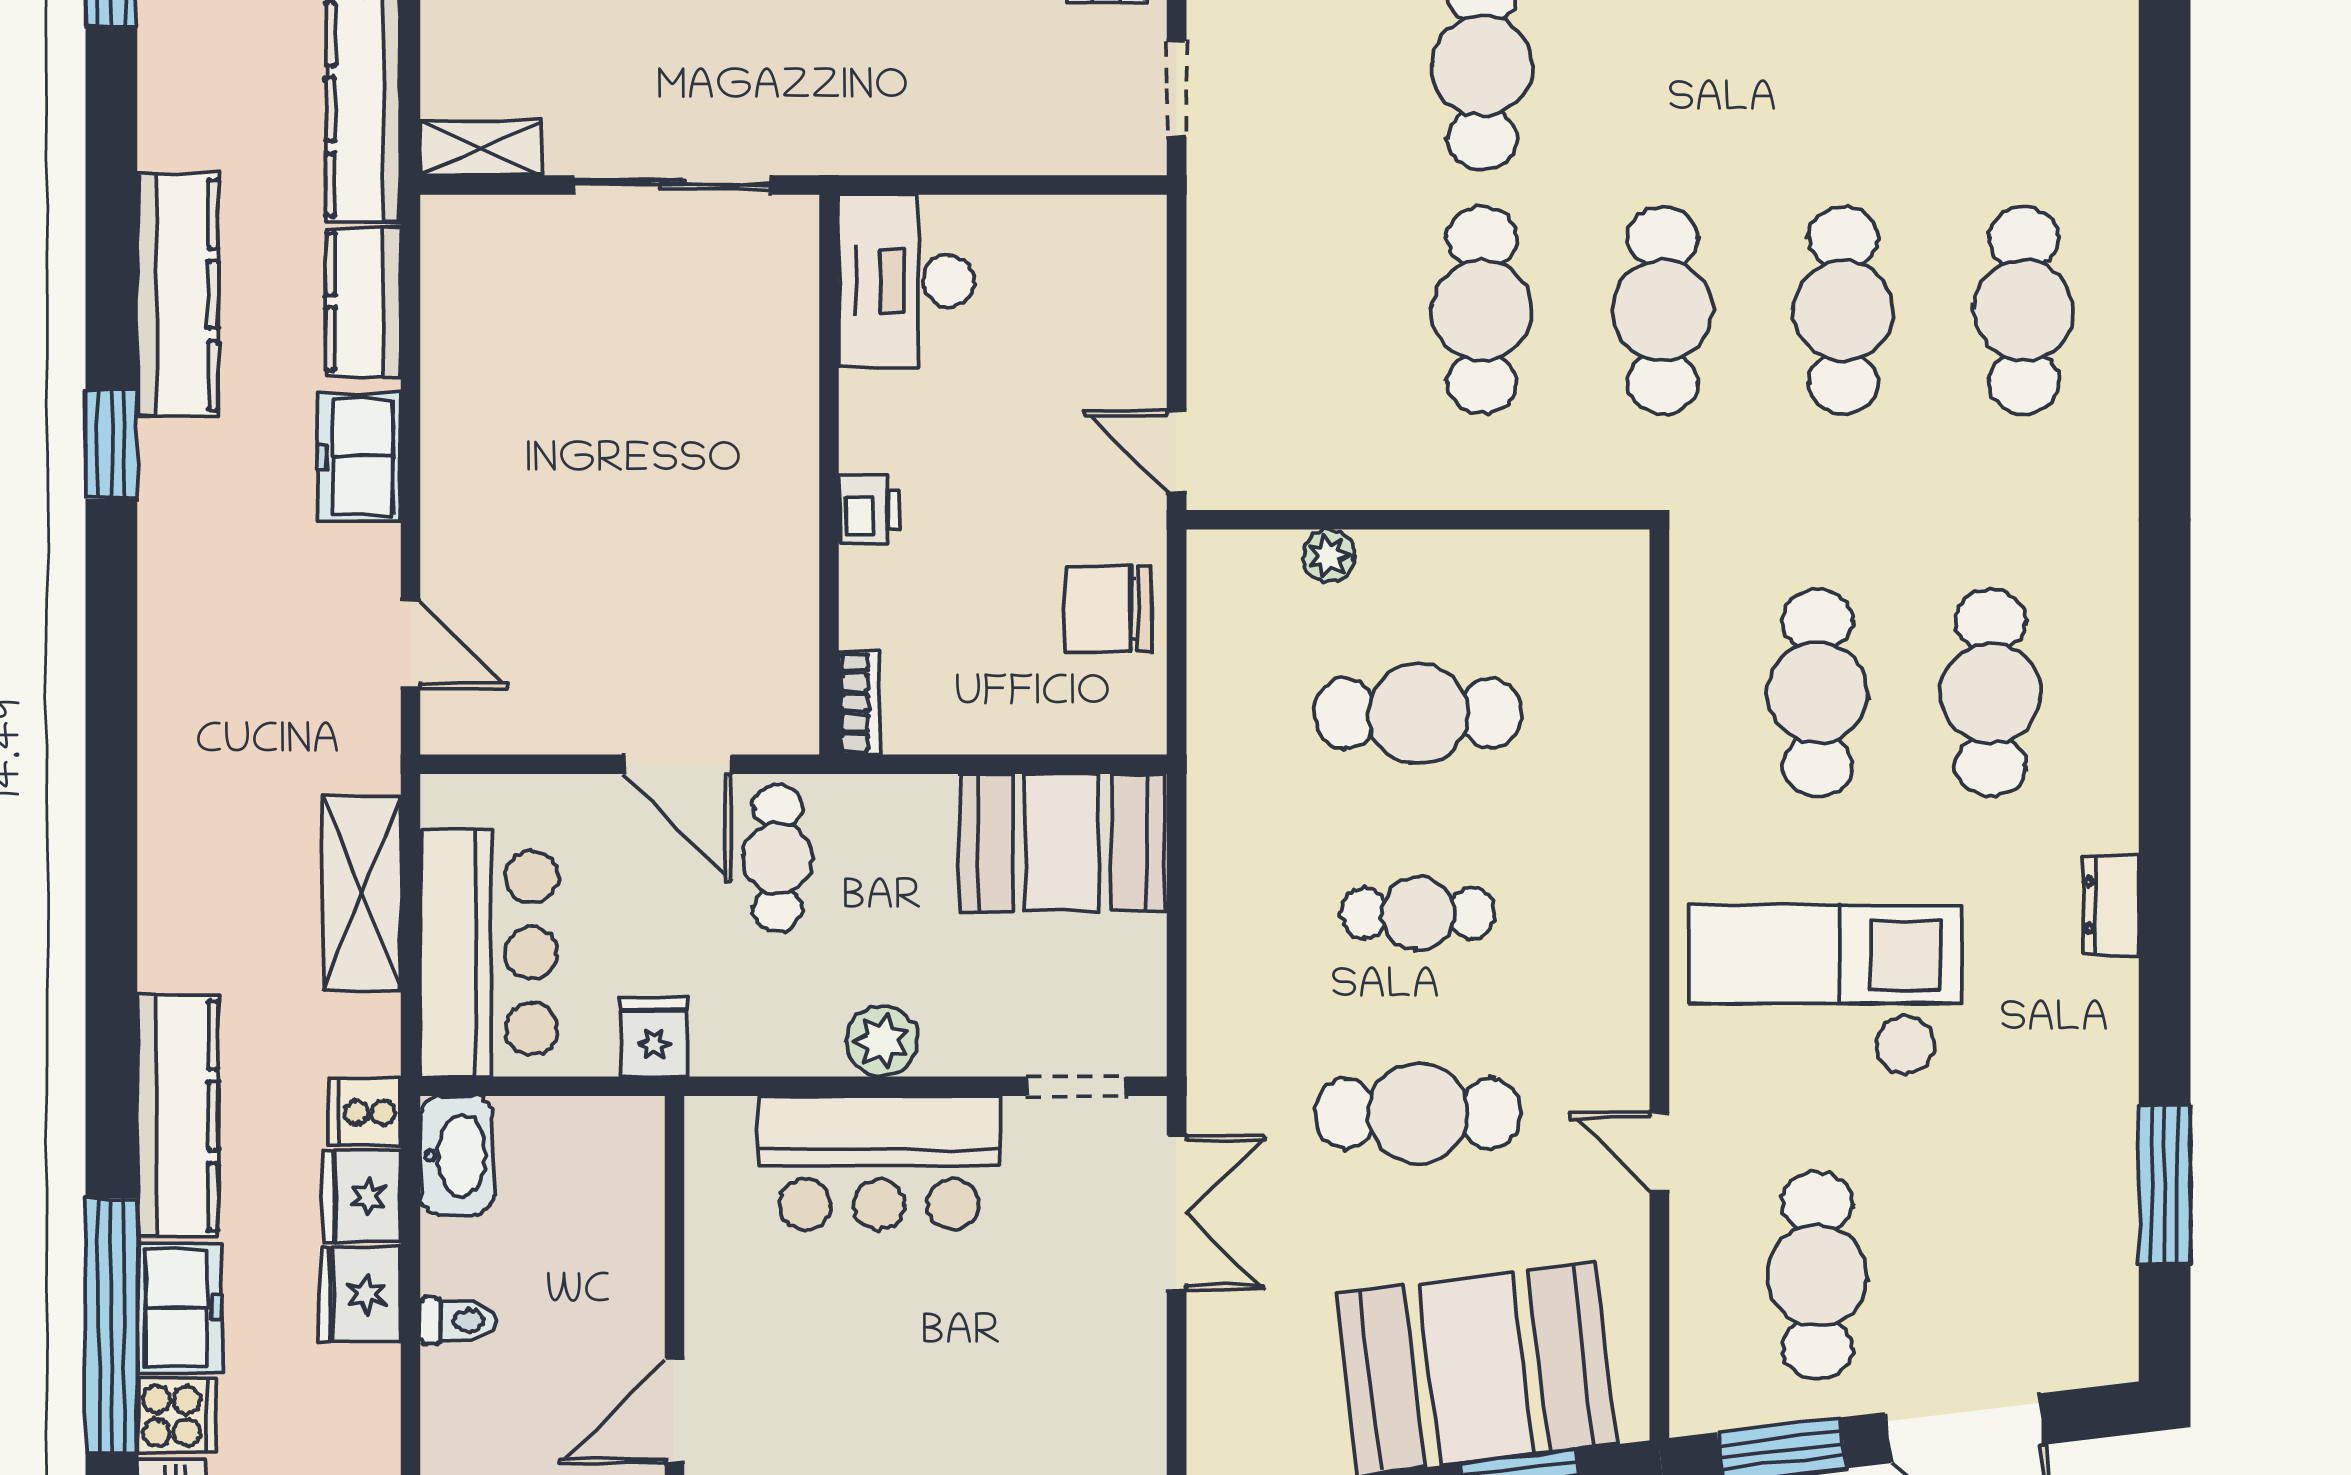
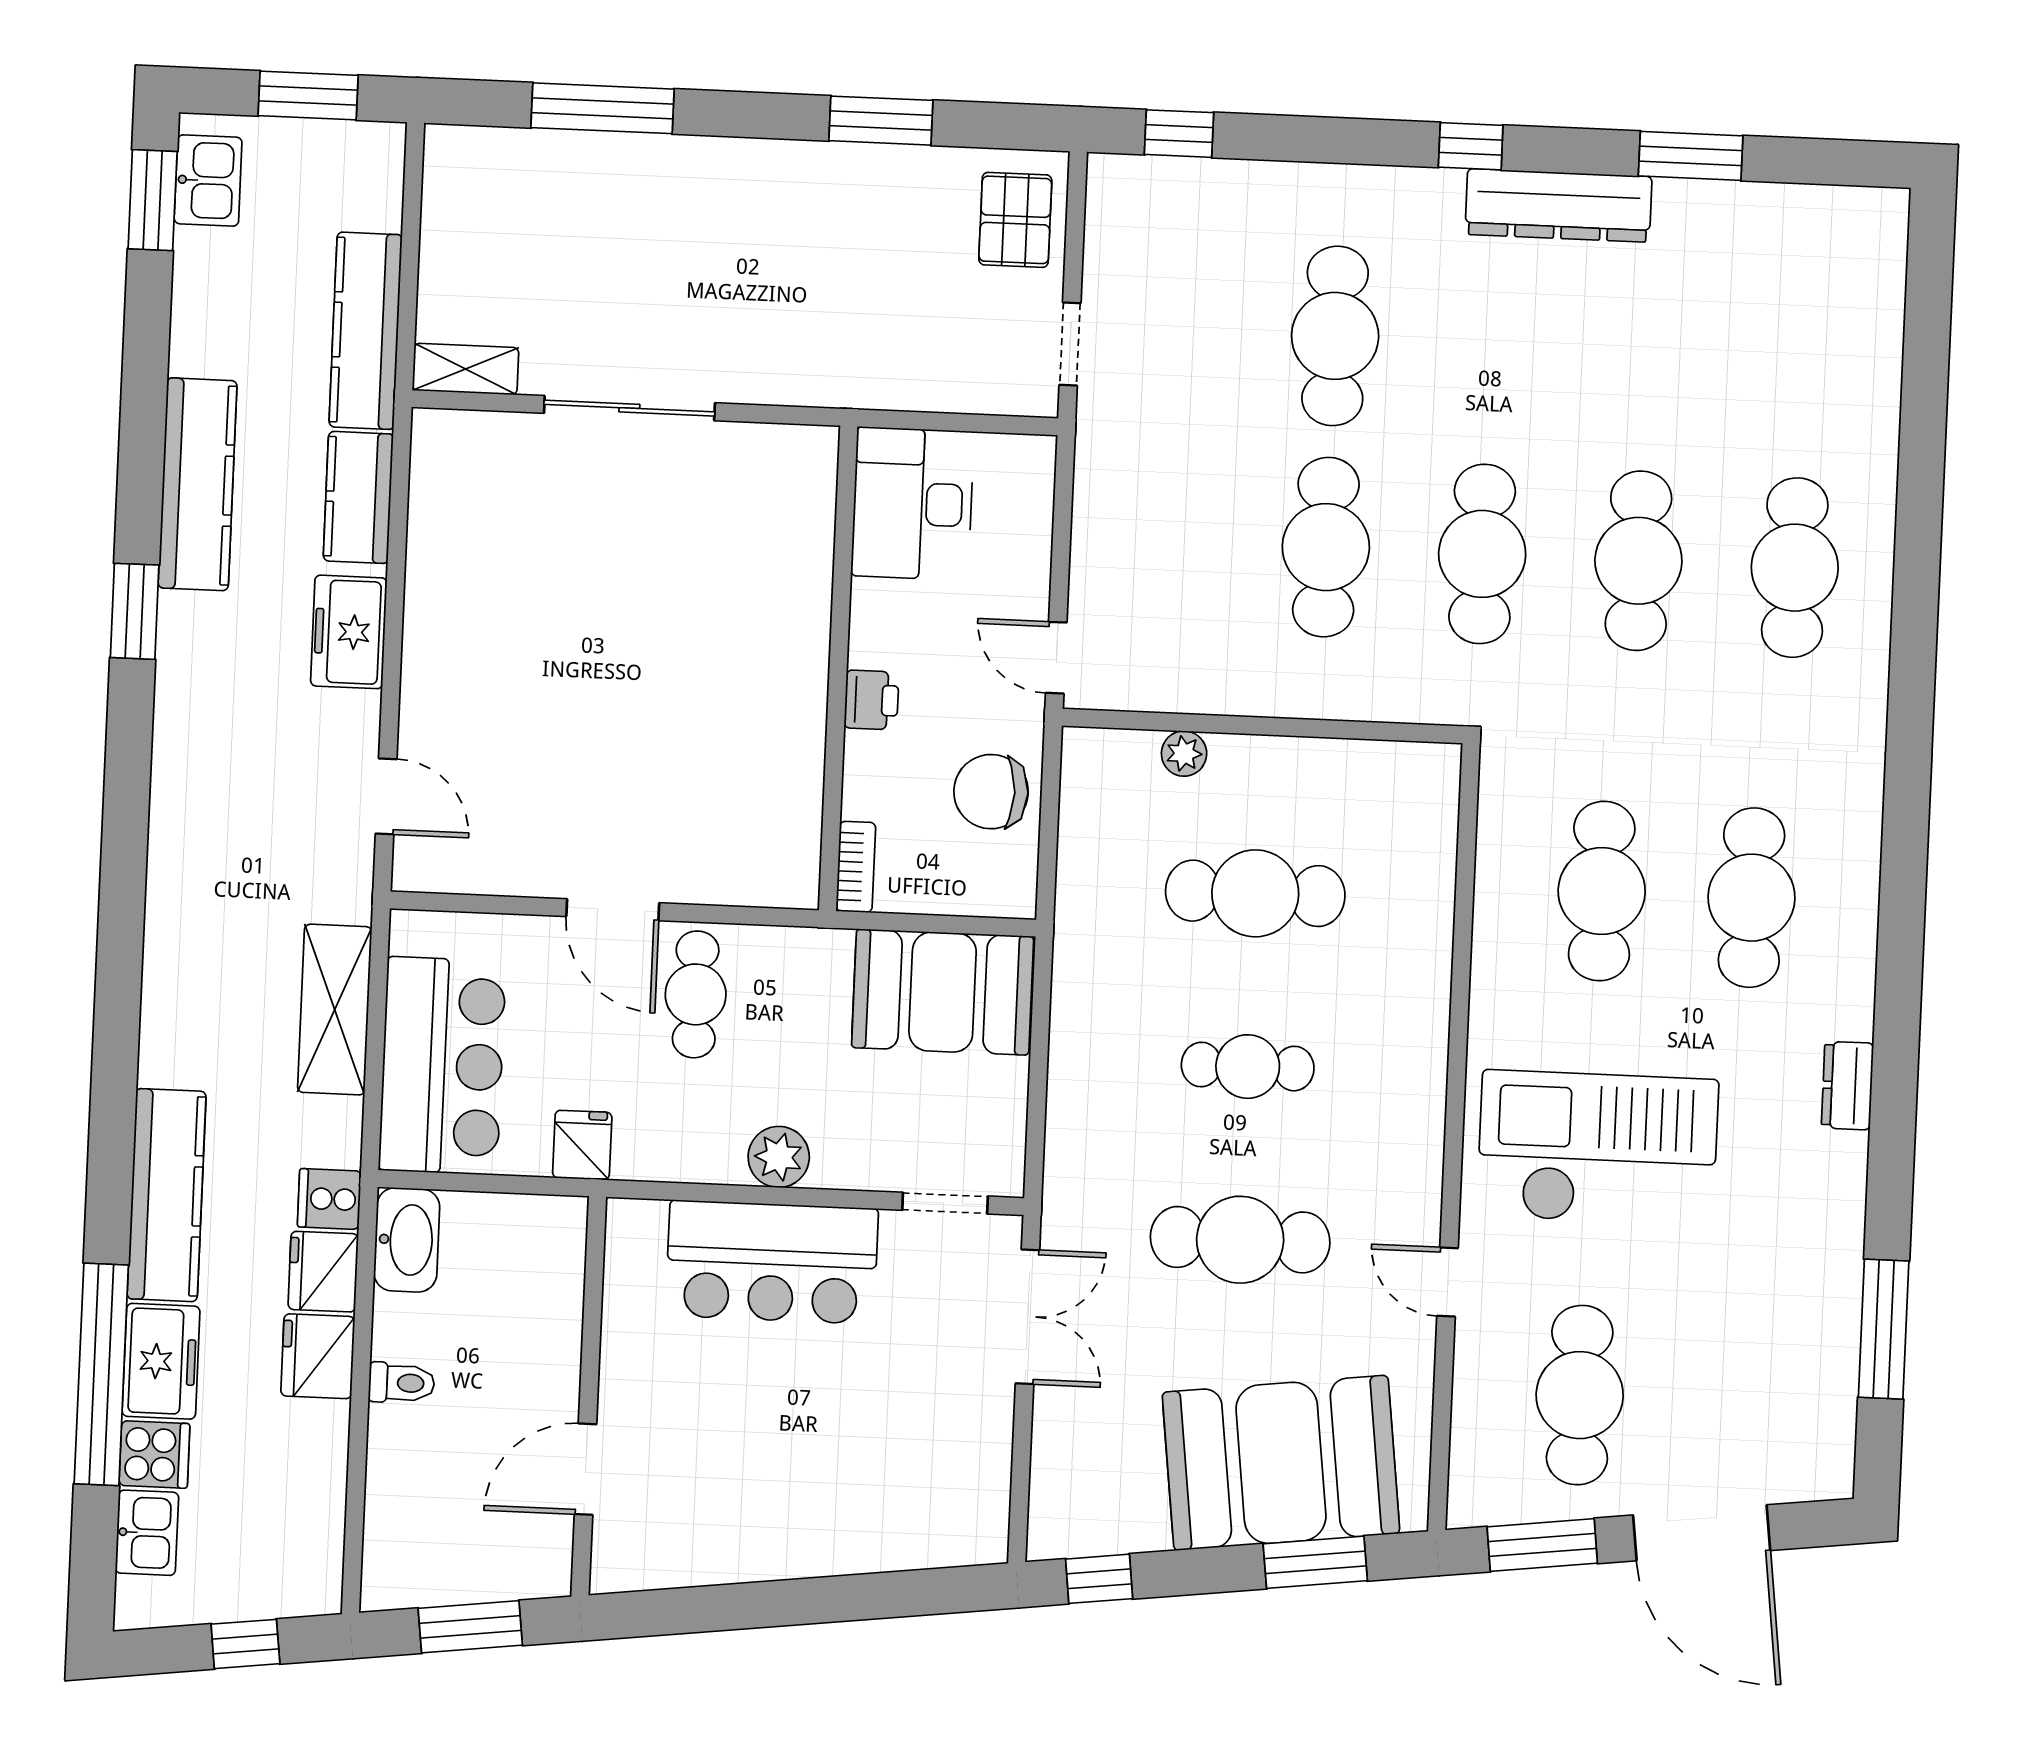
desk: (906, 281) -> (912, 504), moved
wall: (829, 475) -> (838, 668), moved
printer: (869, 509) -> (872, 700), moved
bookcase: (859, 703) -> (856, 867), moved

